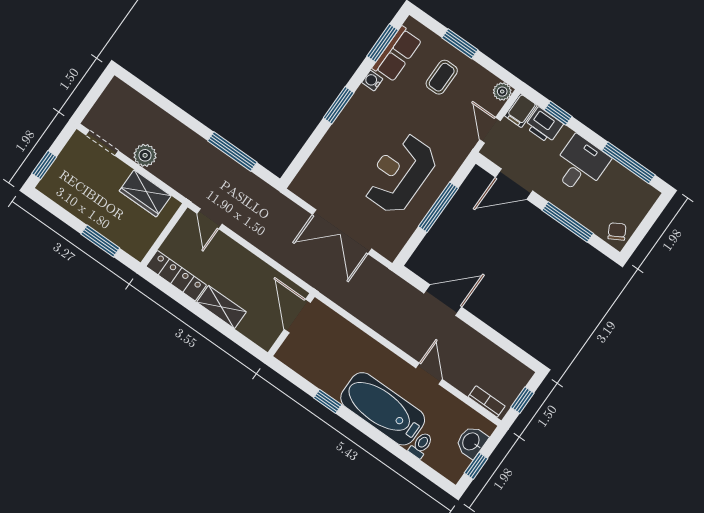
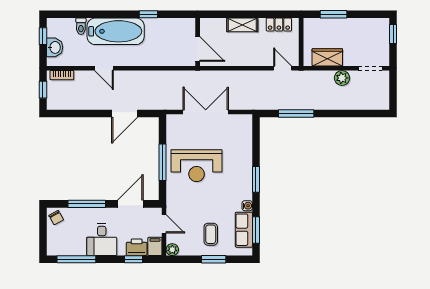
reception desk: (400, 174) -> (197, 166), turned 90
locker: (176, 276) -> (279, 25), width x0.66

